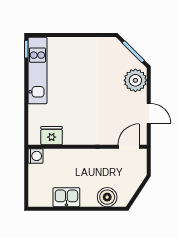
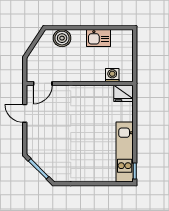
plant: (135, 80) -> (37, 143), removed
fridge: (52, 136) -> (124, 93), moved
washing machine: (35, 156) -> (112, 75), moved, turned 90

